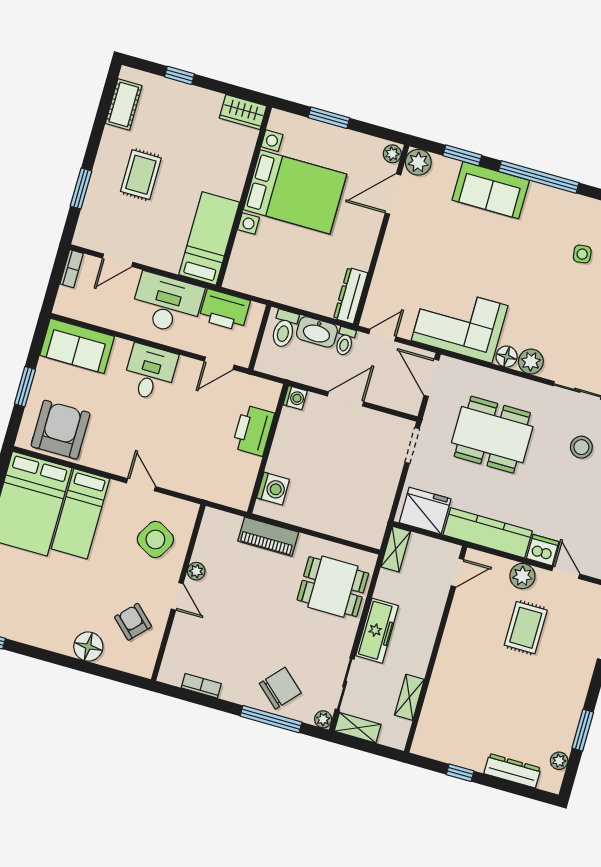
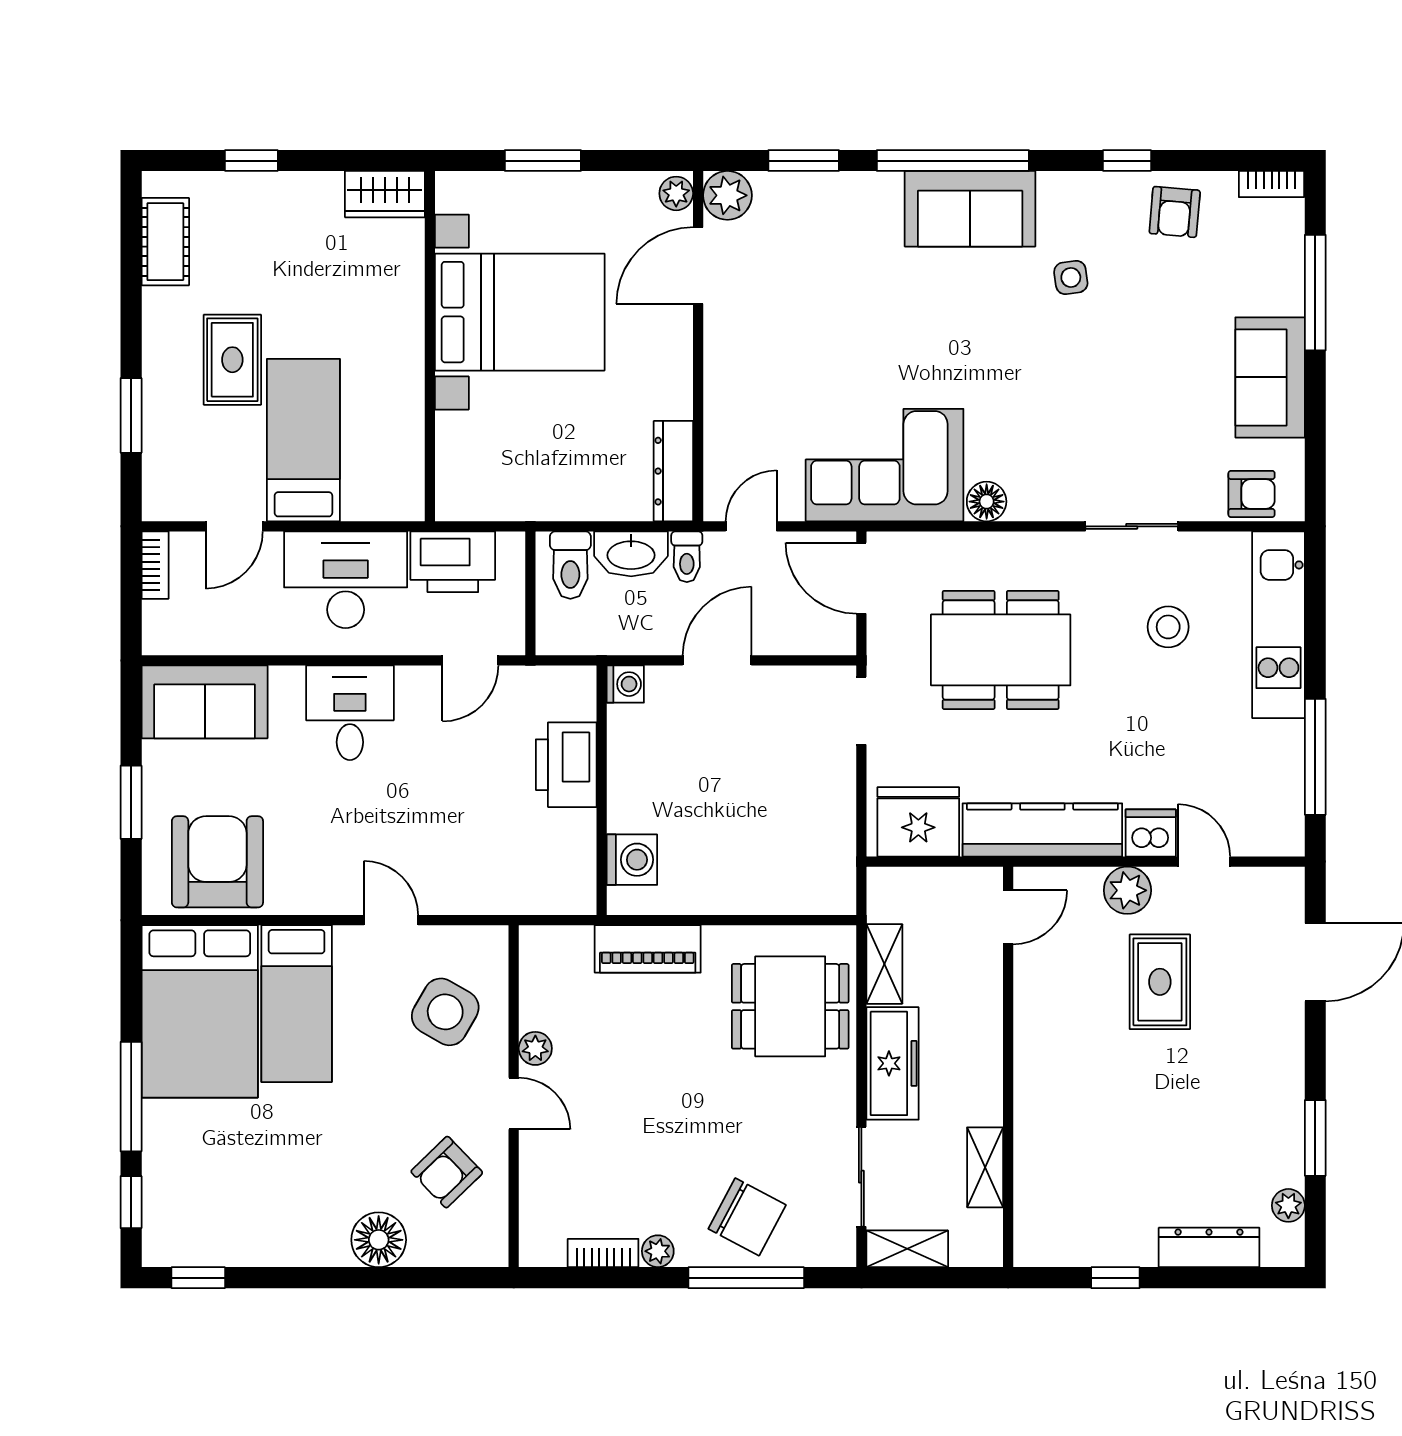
sofa: (491, 190) -> (970, 209), moved
bed: (209, 238) -> (303, 440), moved
plant: (531, 361) -> (1033, 498), removed
shelving: (396, 549) -> (884, 964), moved
armchair: (133, 622) -> (447, 1172), turned -88
chair: (280, 688) -> (747, 1217), turned 76
plant: (323, 719) -> (658, 1251), moved

